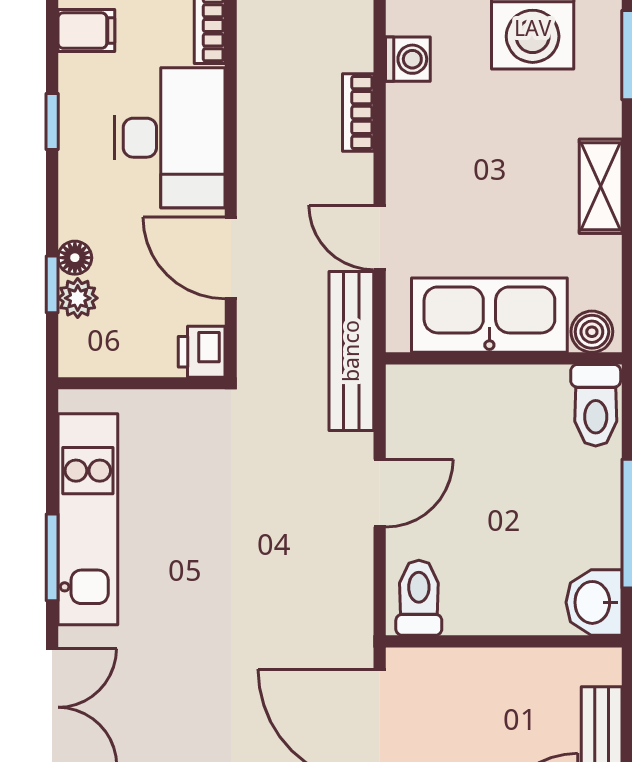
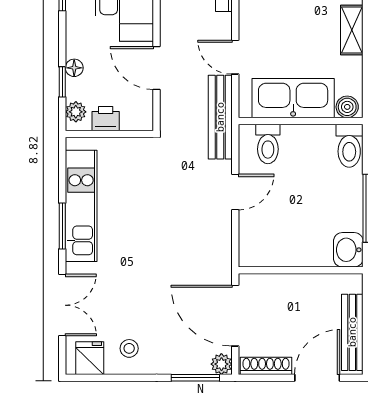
plant: (78, 298) -> (76, 112), moved
printer: (202, 352) -> (106, 119), moved, turned 90
toilet: (419, 598) -> (268, 144), moved, turned 180

